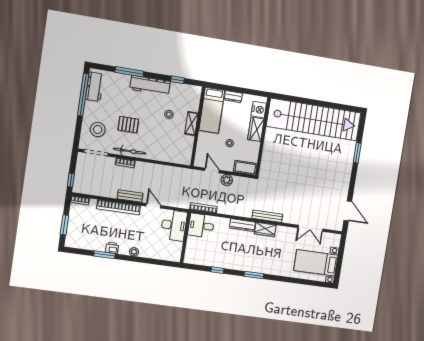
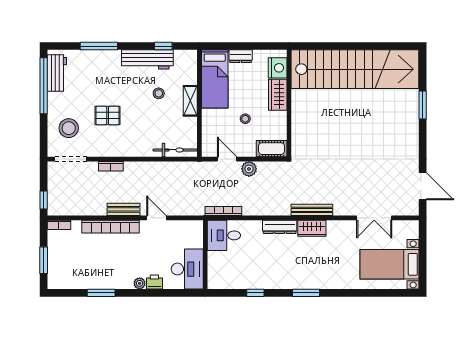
workbench: (150, 85) -> (147, 59), moved
bicycle: (130, 151) -> (175, 150), moved
desk: (174, 225) -> (187, 269), moved
printer: (112, 248) -> (154, 282), moved

